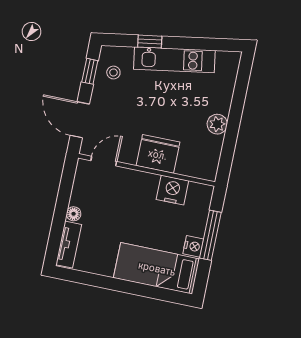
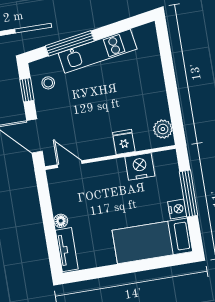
window: (150, 42) -> (70, 43), width x2.17
plant: (217, 124) -> (163, 129), moved
fridge: (158, 154) -> (124, 142), width x0.53, depth x0.75
door: (104, 161) -> (70, 164), hinge flipped

